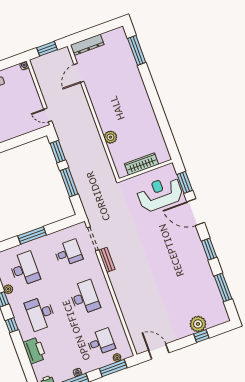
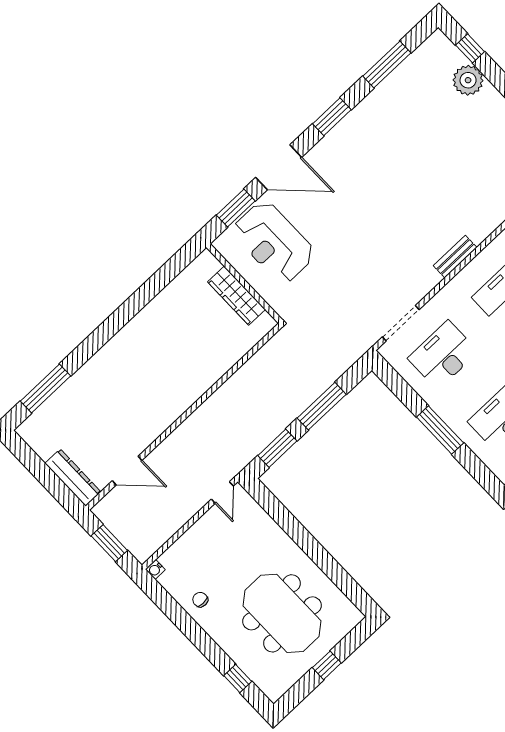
plant: (110, 137) -> (213, 369), removed
door: (196, 212) -> (279, 167), hinge flipped
desk: (68, 253) -> (443, 355), width x1.37
bench: (107, 260) -> (455, 257), moved
window: (201, 336) -> (470, 48), moved

